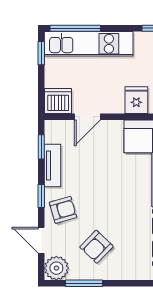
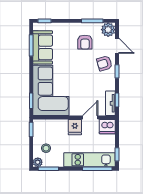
fridge: (136, 100) -> (75, 127), moved
tv unit: (53, 165) -> (110, 103), moved
armchair: (96, 247) -> (85, 42), turned 136

